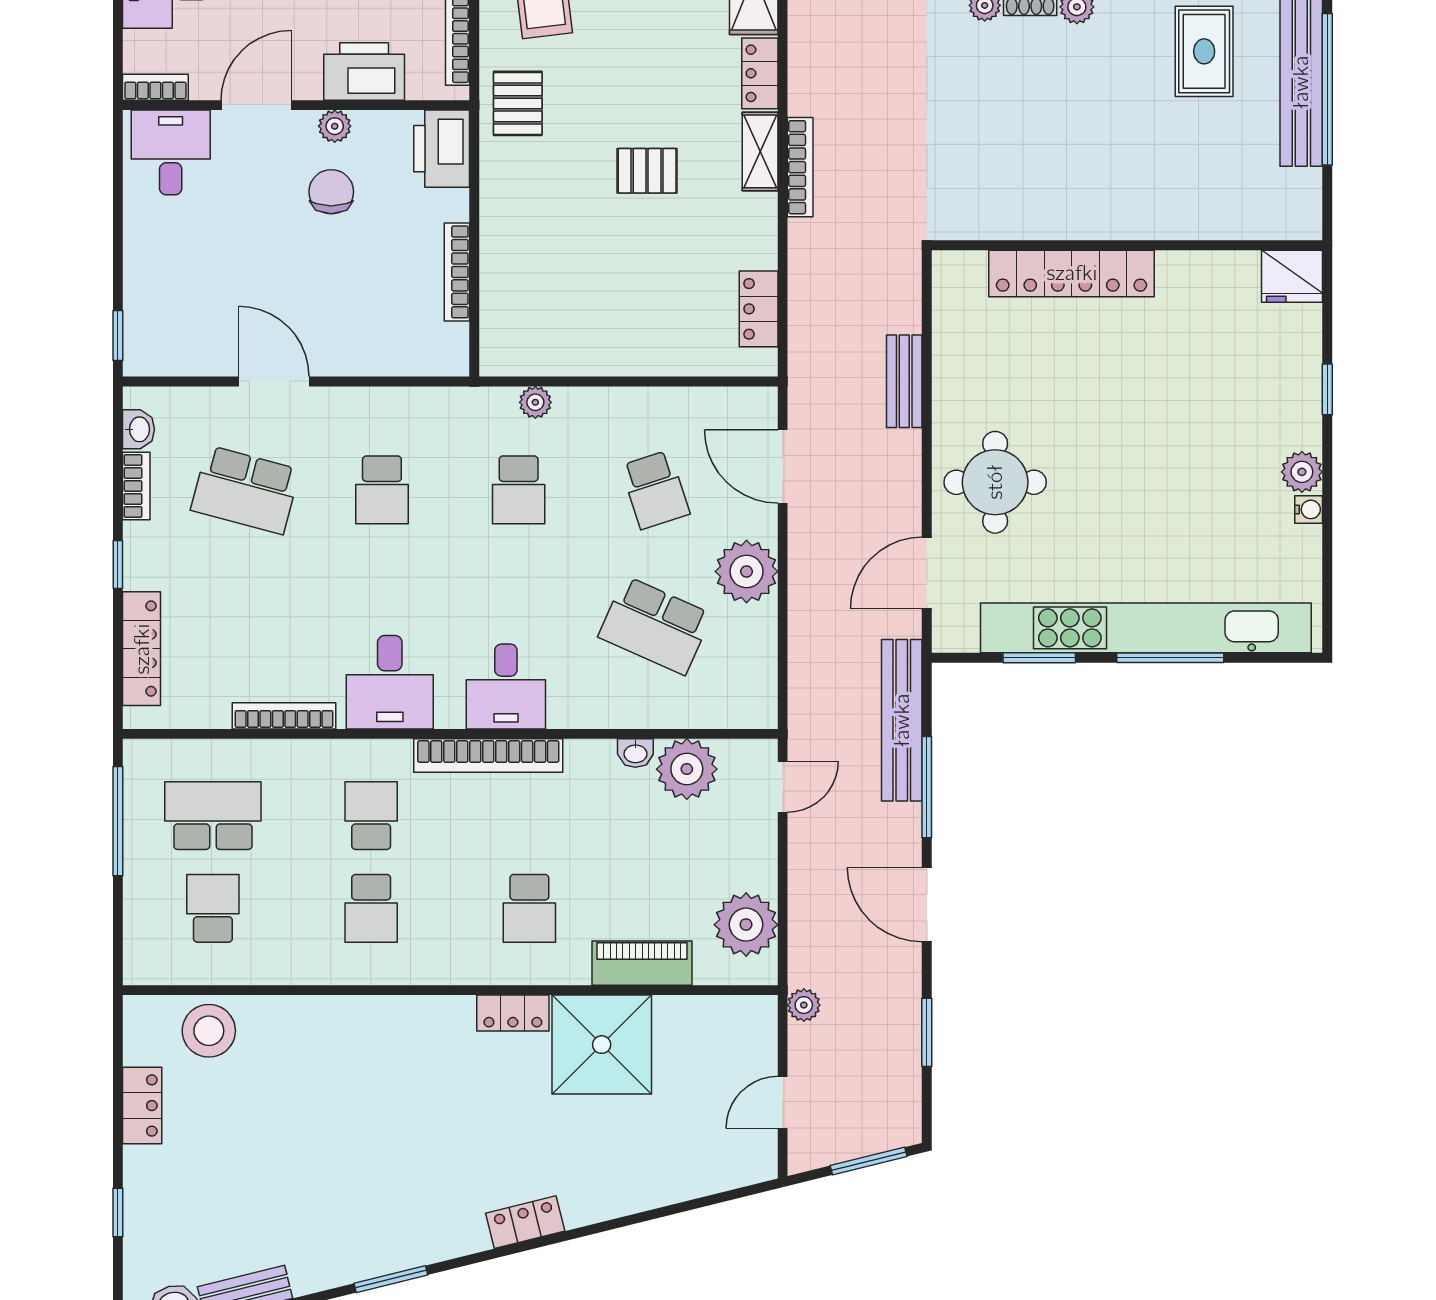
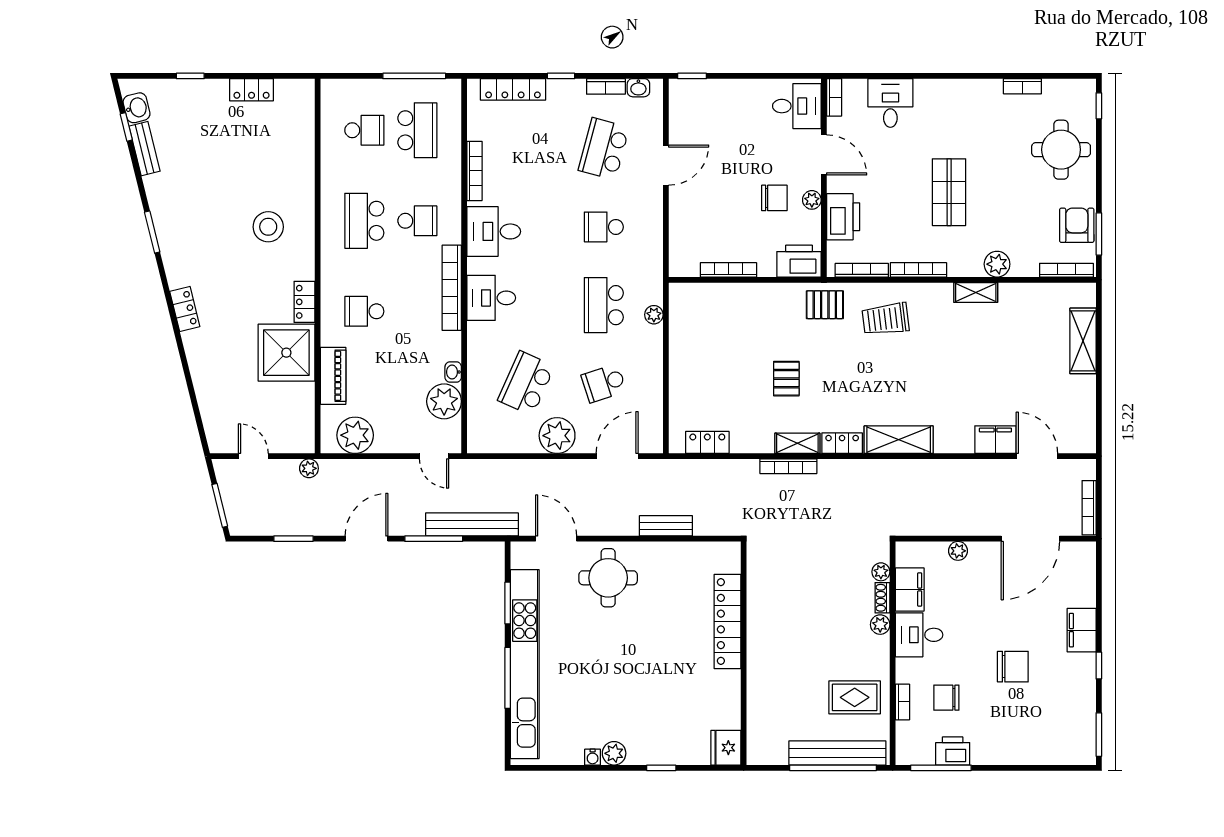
school desk: (519, 490) -> (604, 305), width x1.85
school desk: (371, 908) -> (364, 221), width x1.85
stool: (209, 1031) -> (268, 227), moved

